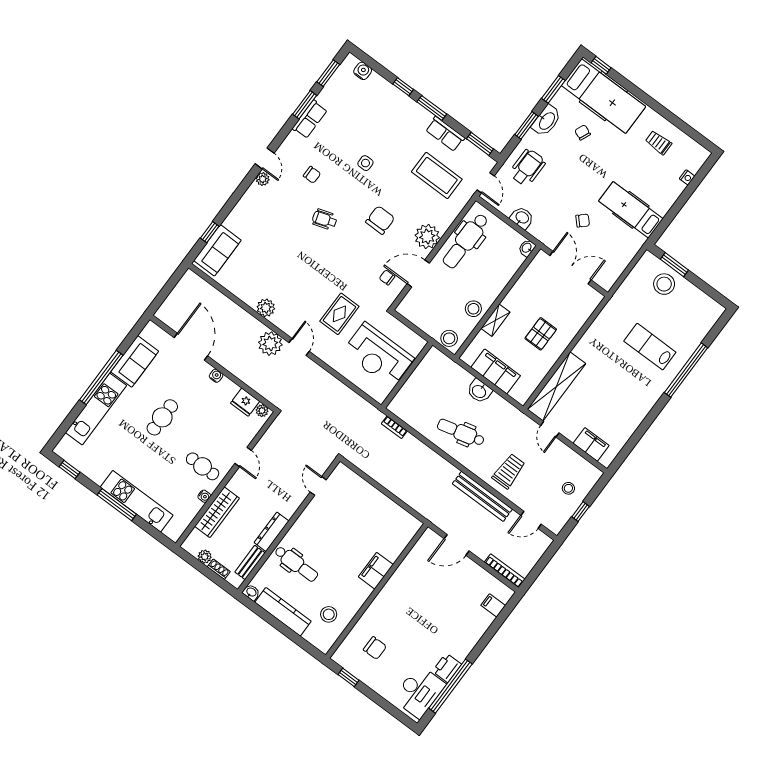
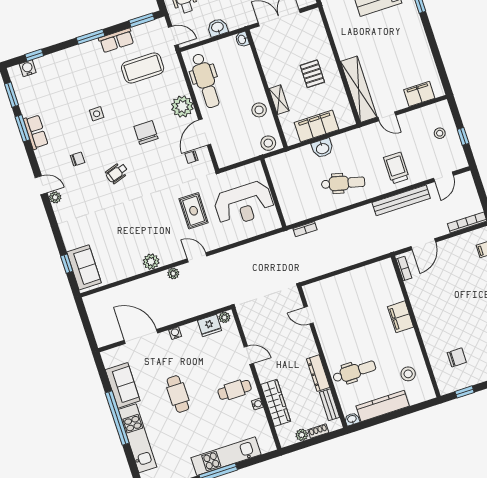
window: (403, 87) -> (34, 55), moved
plant: (270, 344) -> (173, 273), width x0.53, depth x0.53
dental chair: (461, 432) -> (343, 183), turned -152
bookcase: (422, 543) -> (404, 269), added

